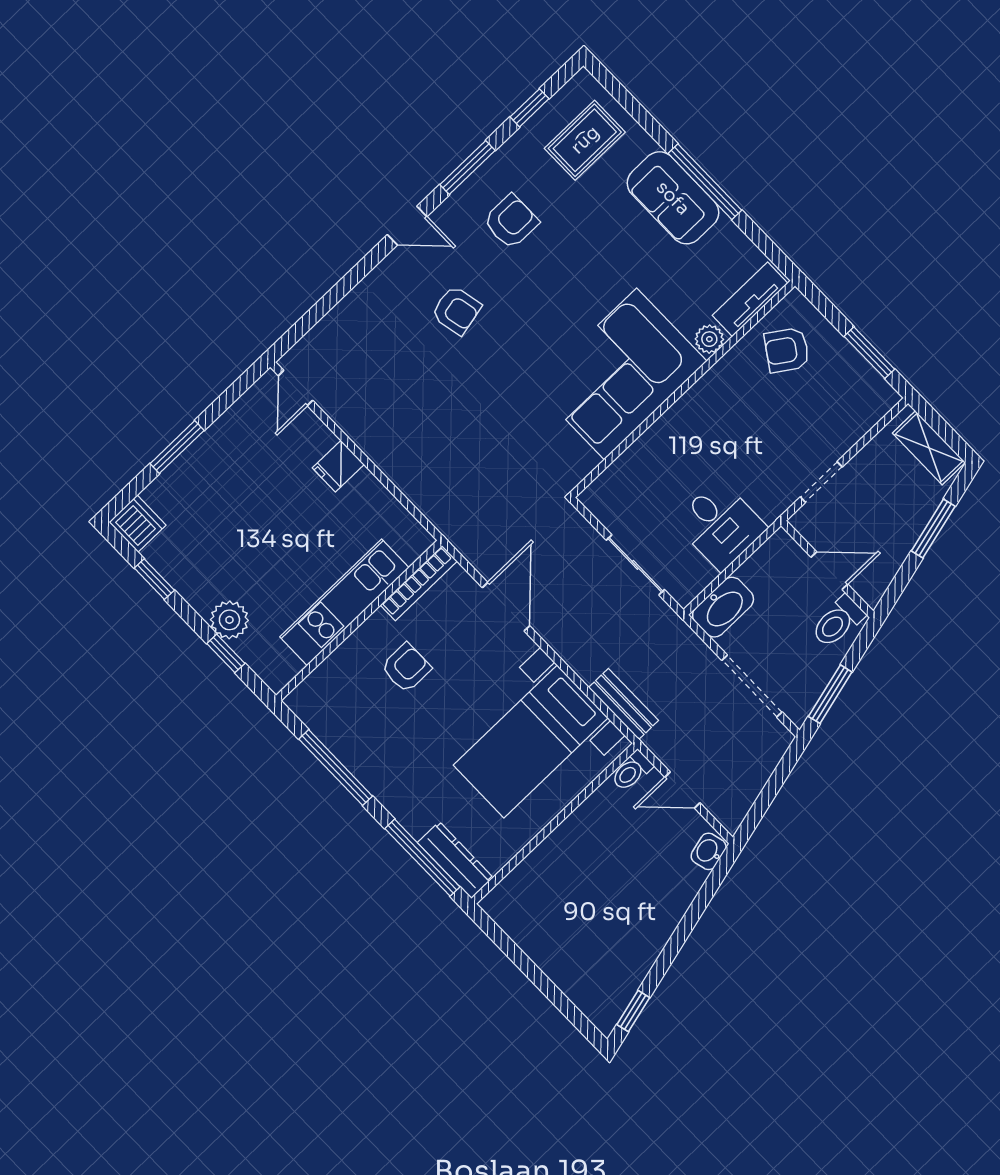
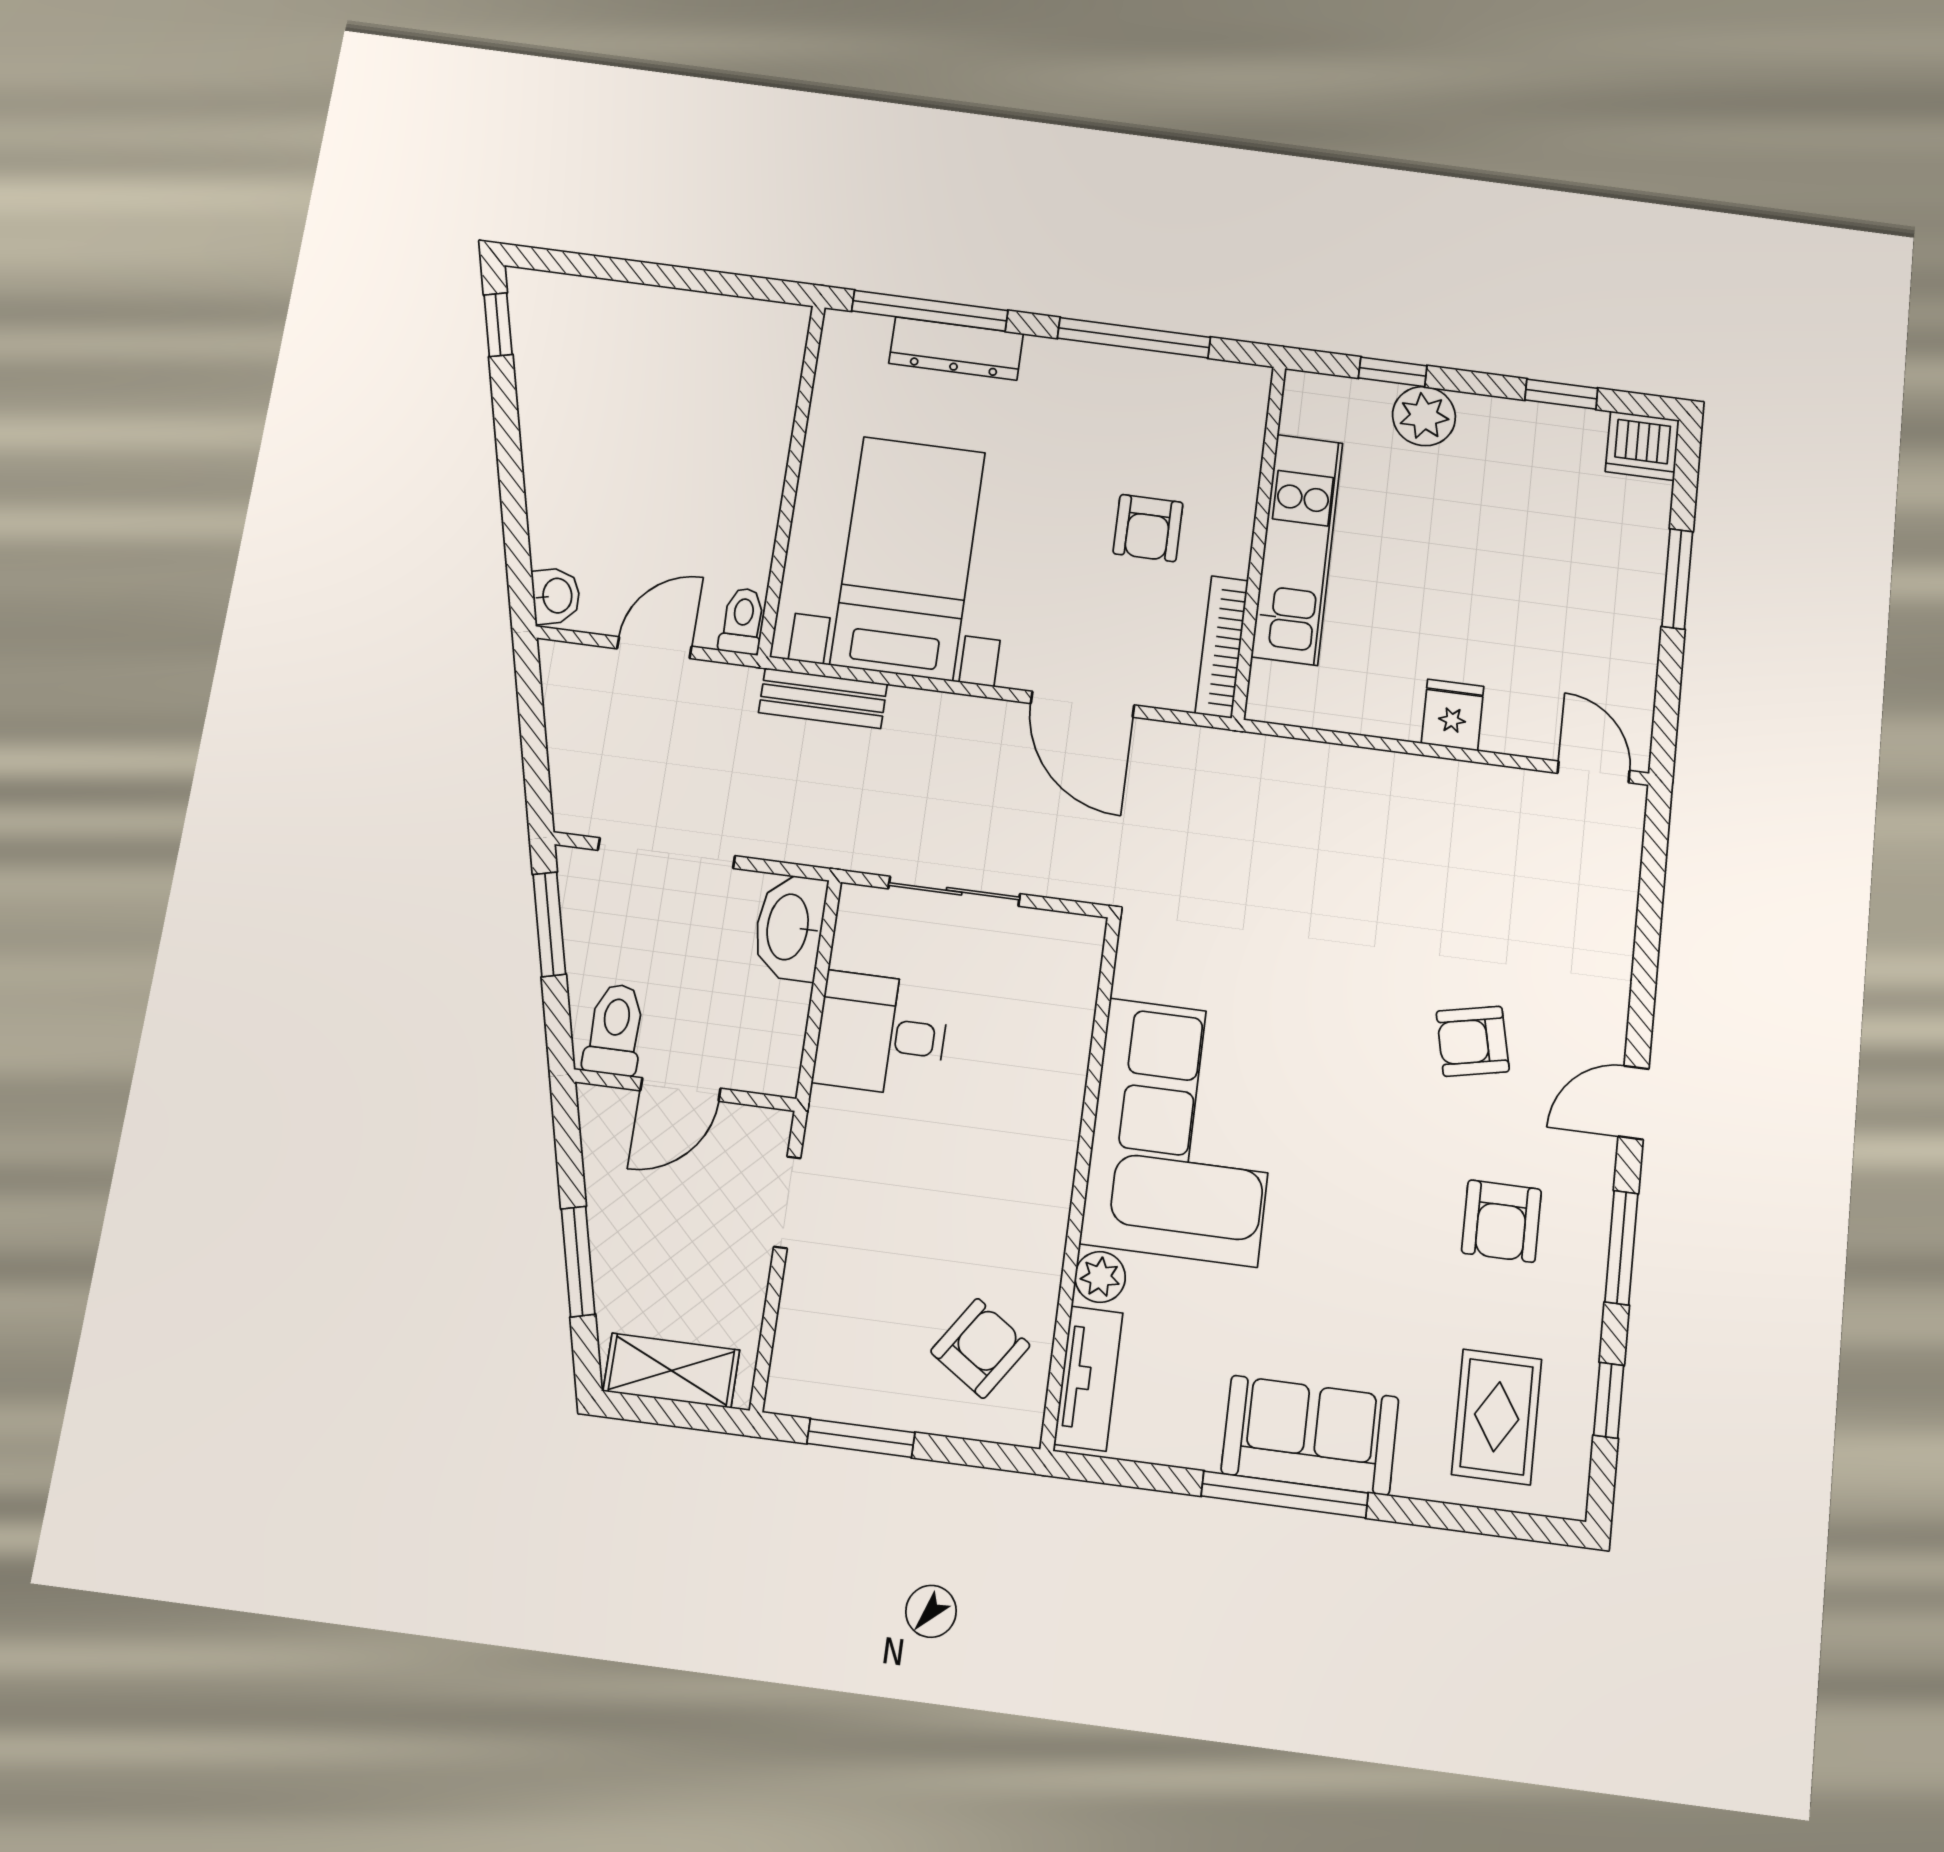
dresser: (455, 860) -> (956, 348), moved

